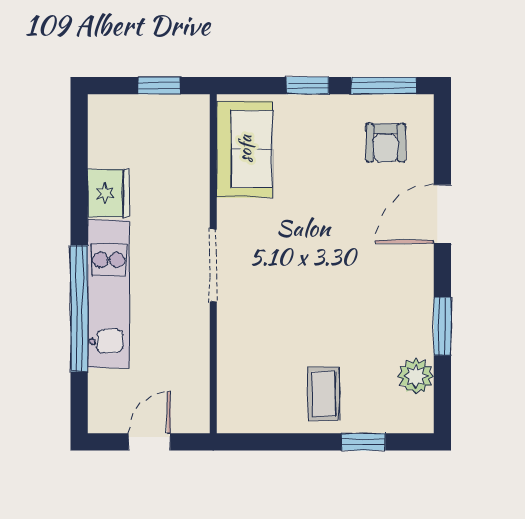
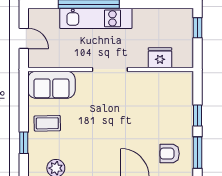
window: (159, 86) -> (198, 28), moved
sofa: (245, 149) -> (51, 85), moved
fridge: (108, 193) -> (160, 58), moved, turned 180

